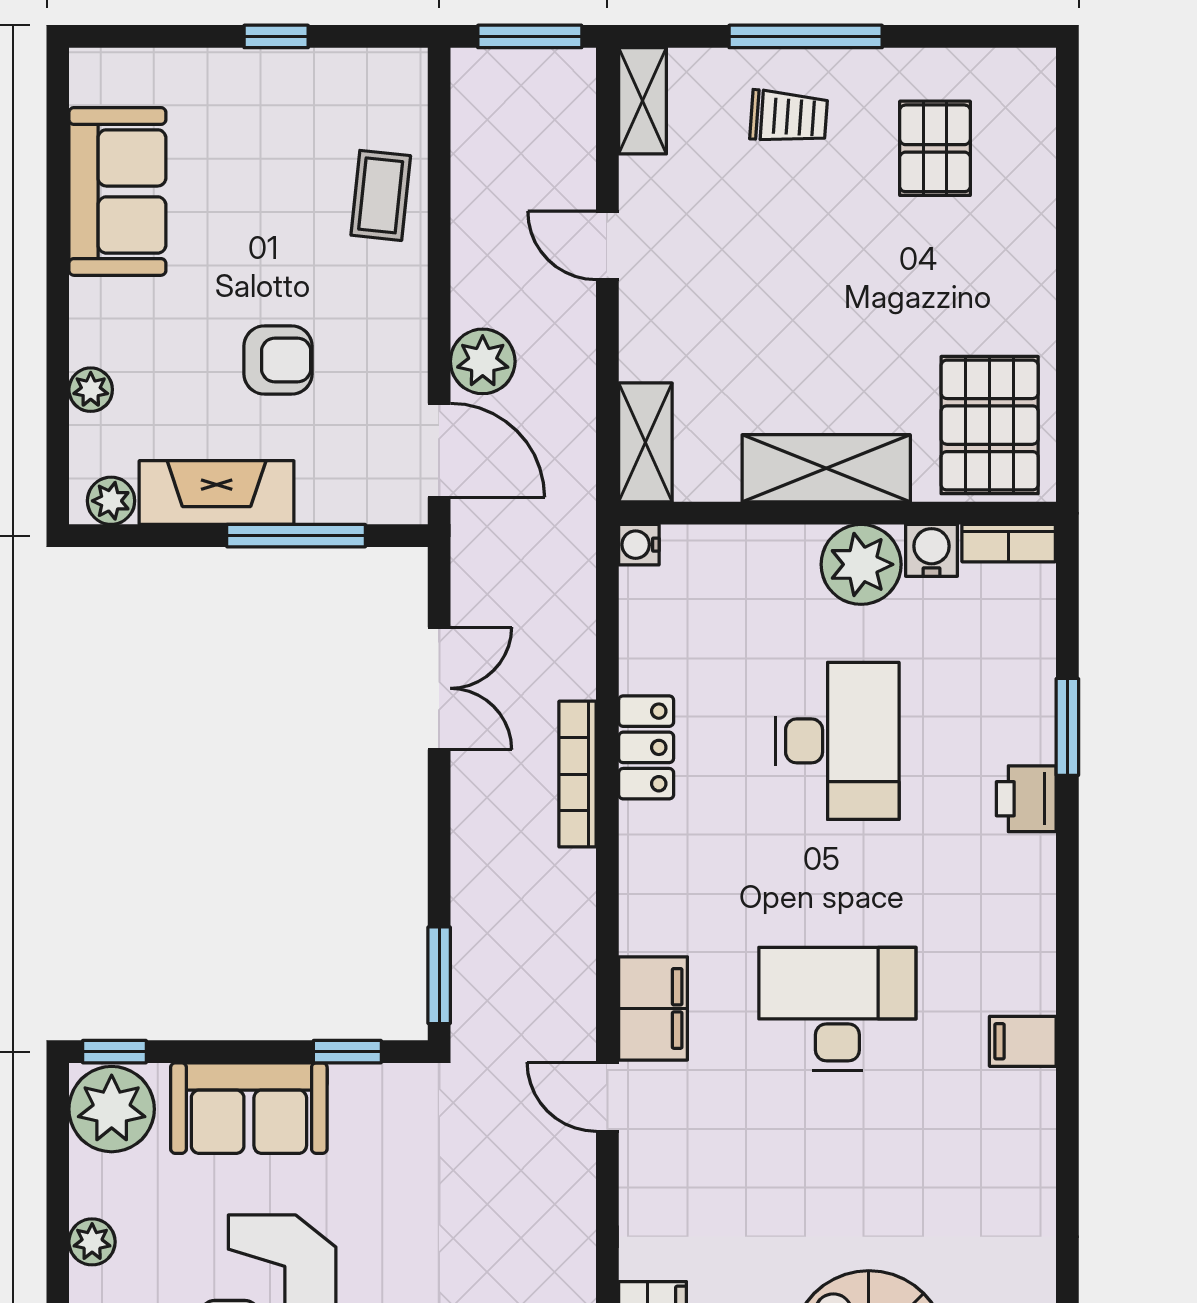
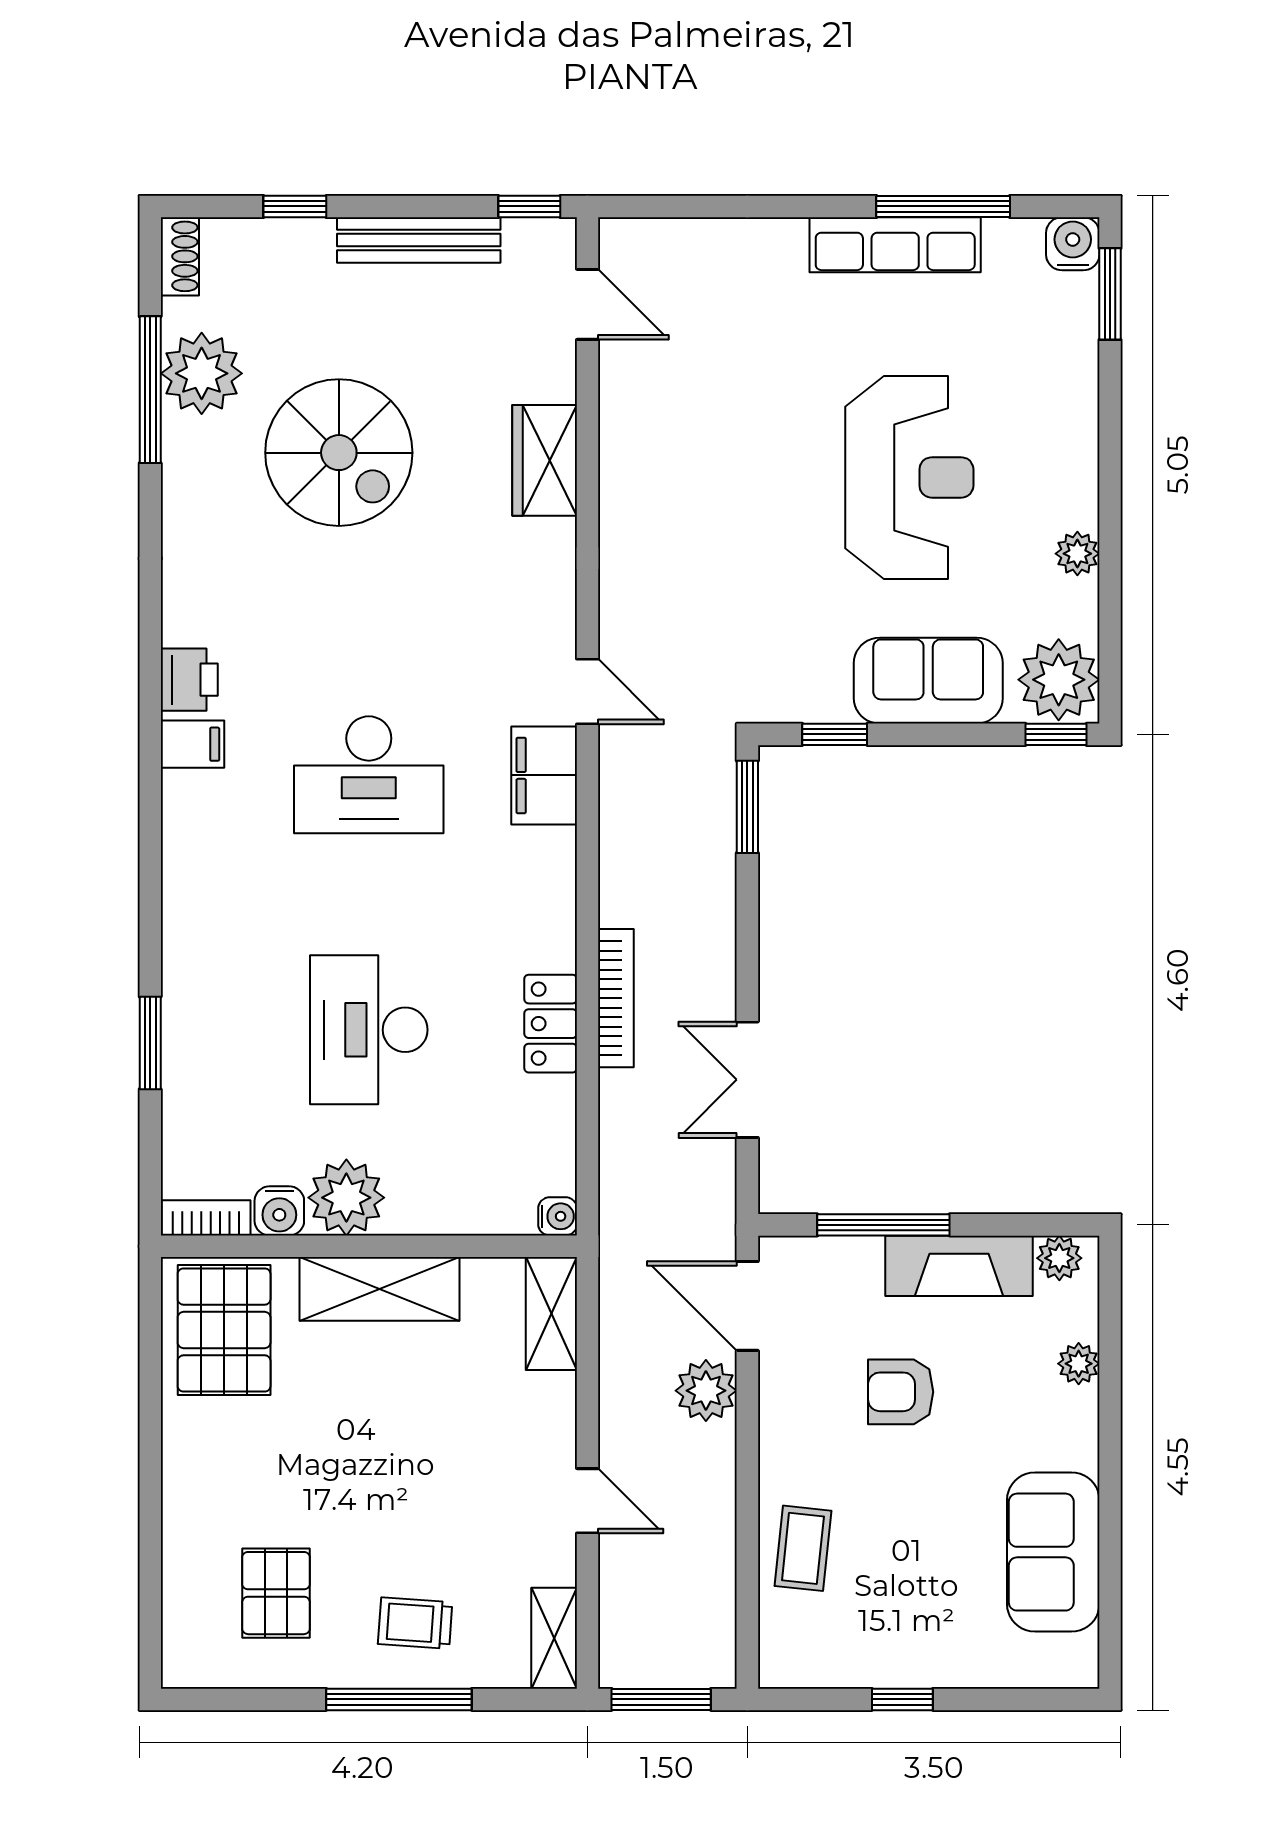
printer: (1026, 799) -> (189, 680), moved

